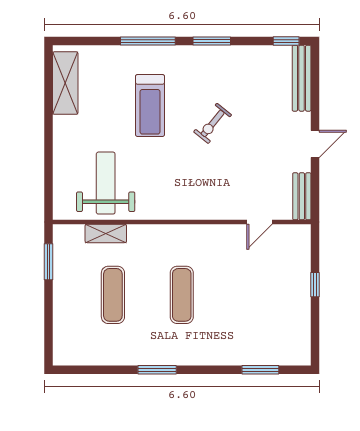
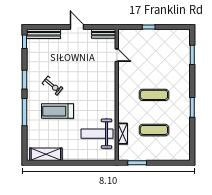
treadmill: (150, 106) -> (57, 111), turned 180
exercise bike: (213, 123) -> (53, 86), moved

